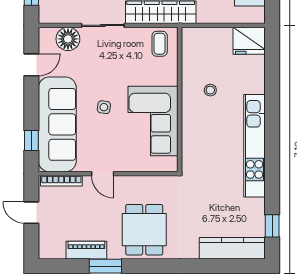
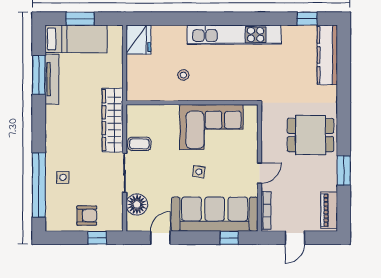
coffee table: (160, 44) -> (139, 144), moved
door: (31, 65) -> (160, 238), hinge flipped
piano: (86, 250) -> (329, 210), moved

